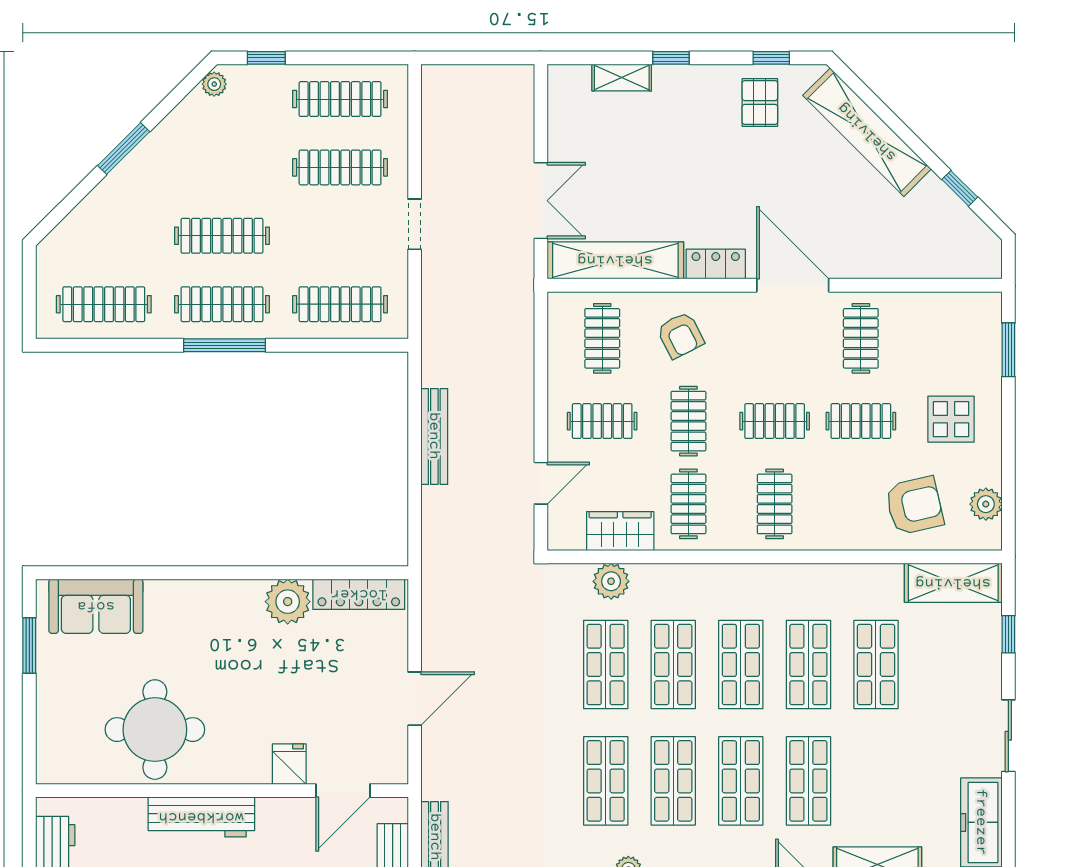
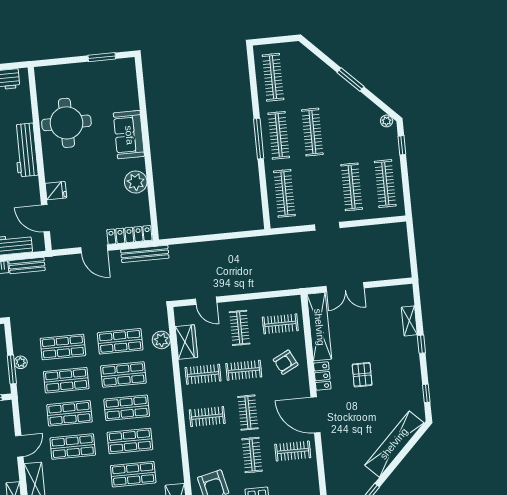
pallet: (760, 103) -> (362, 375), moved, turned 90
door: (793, 285) -> (316, 415), swing flipped
bench: (434, 436) -> (145, 254), moved
locker: (359, 594) -> (129, 235), moved, turned 90
sofa: (96, 606) -> (129, 135), moved

